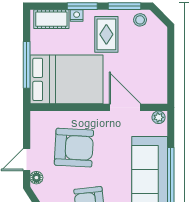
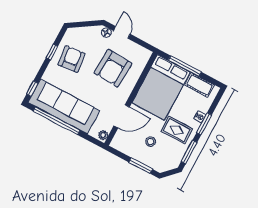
cot: (51, 19) -> (199, 85), moved, turned 90
stool: (140, 20) -> (151, 142), moved
window: (171, 54) -> (141, 166), added

